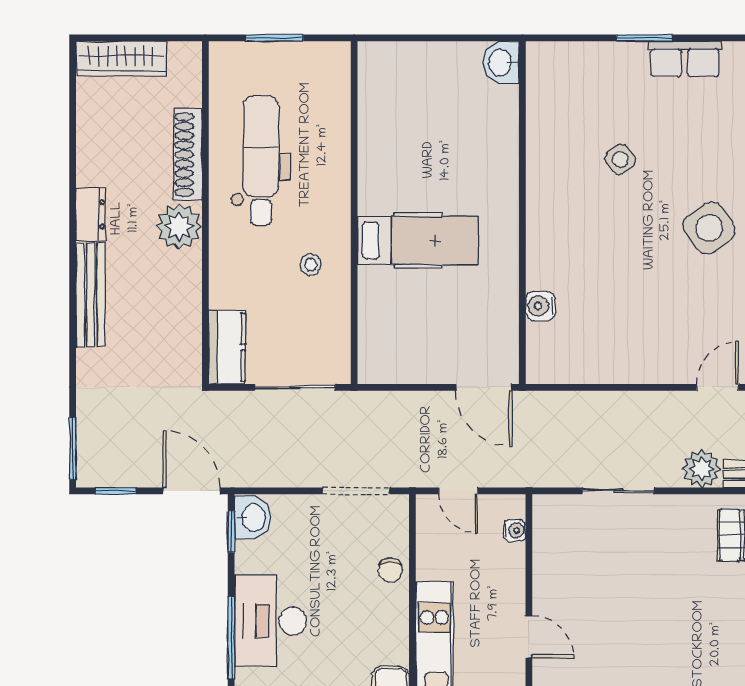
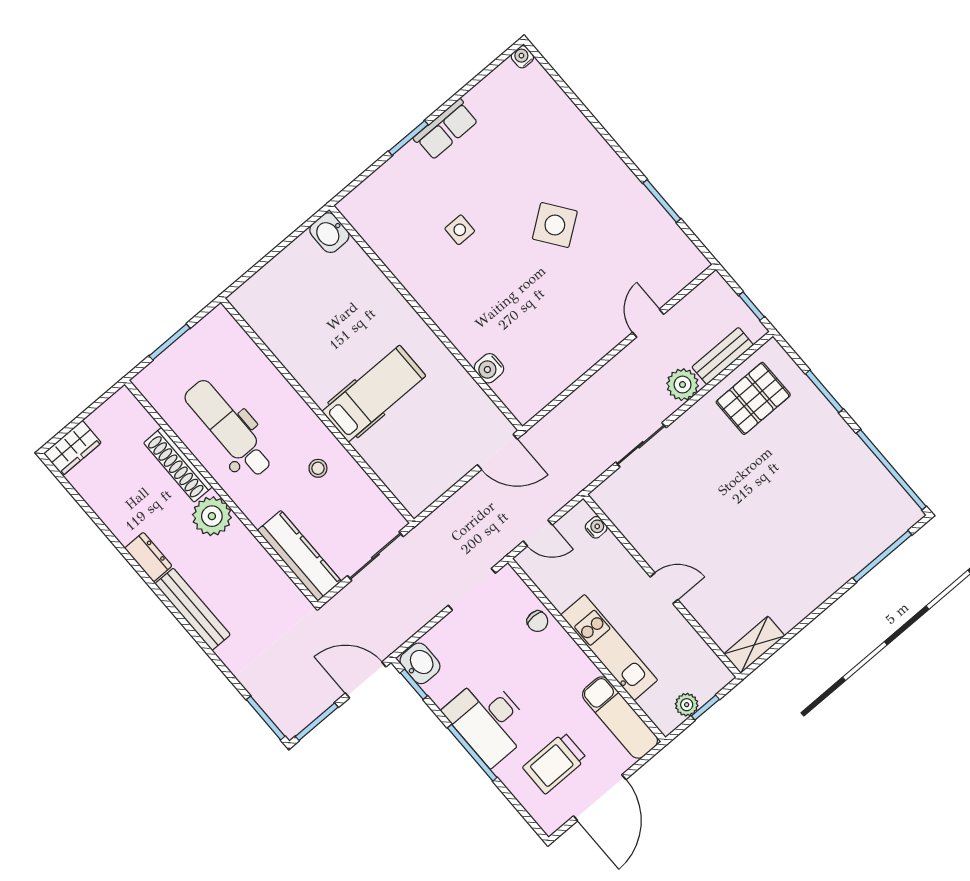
wardrobe: (121, 59) -> (72, 448), width x0.67
side table: (620, 159) -> (460, 230), turned 37
kitchen counter: (227, 347) -> (299, 556), width x1.50
window: (116, 491) -> (317, 722), width x1.50

